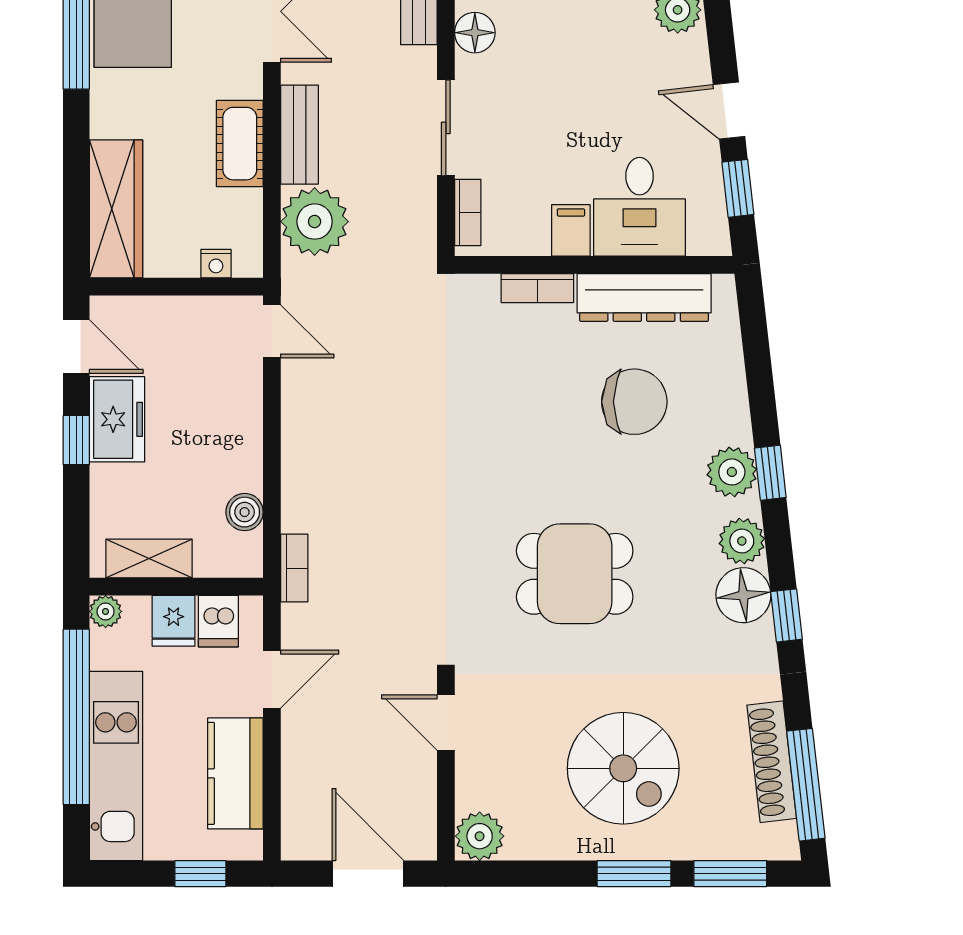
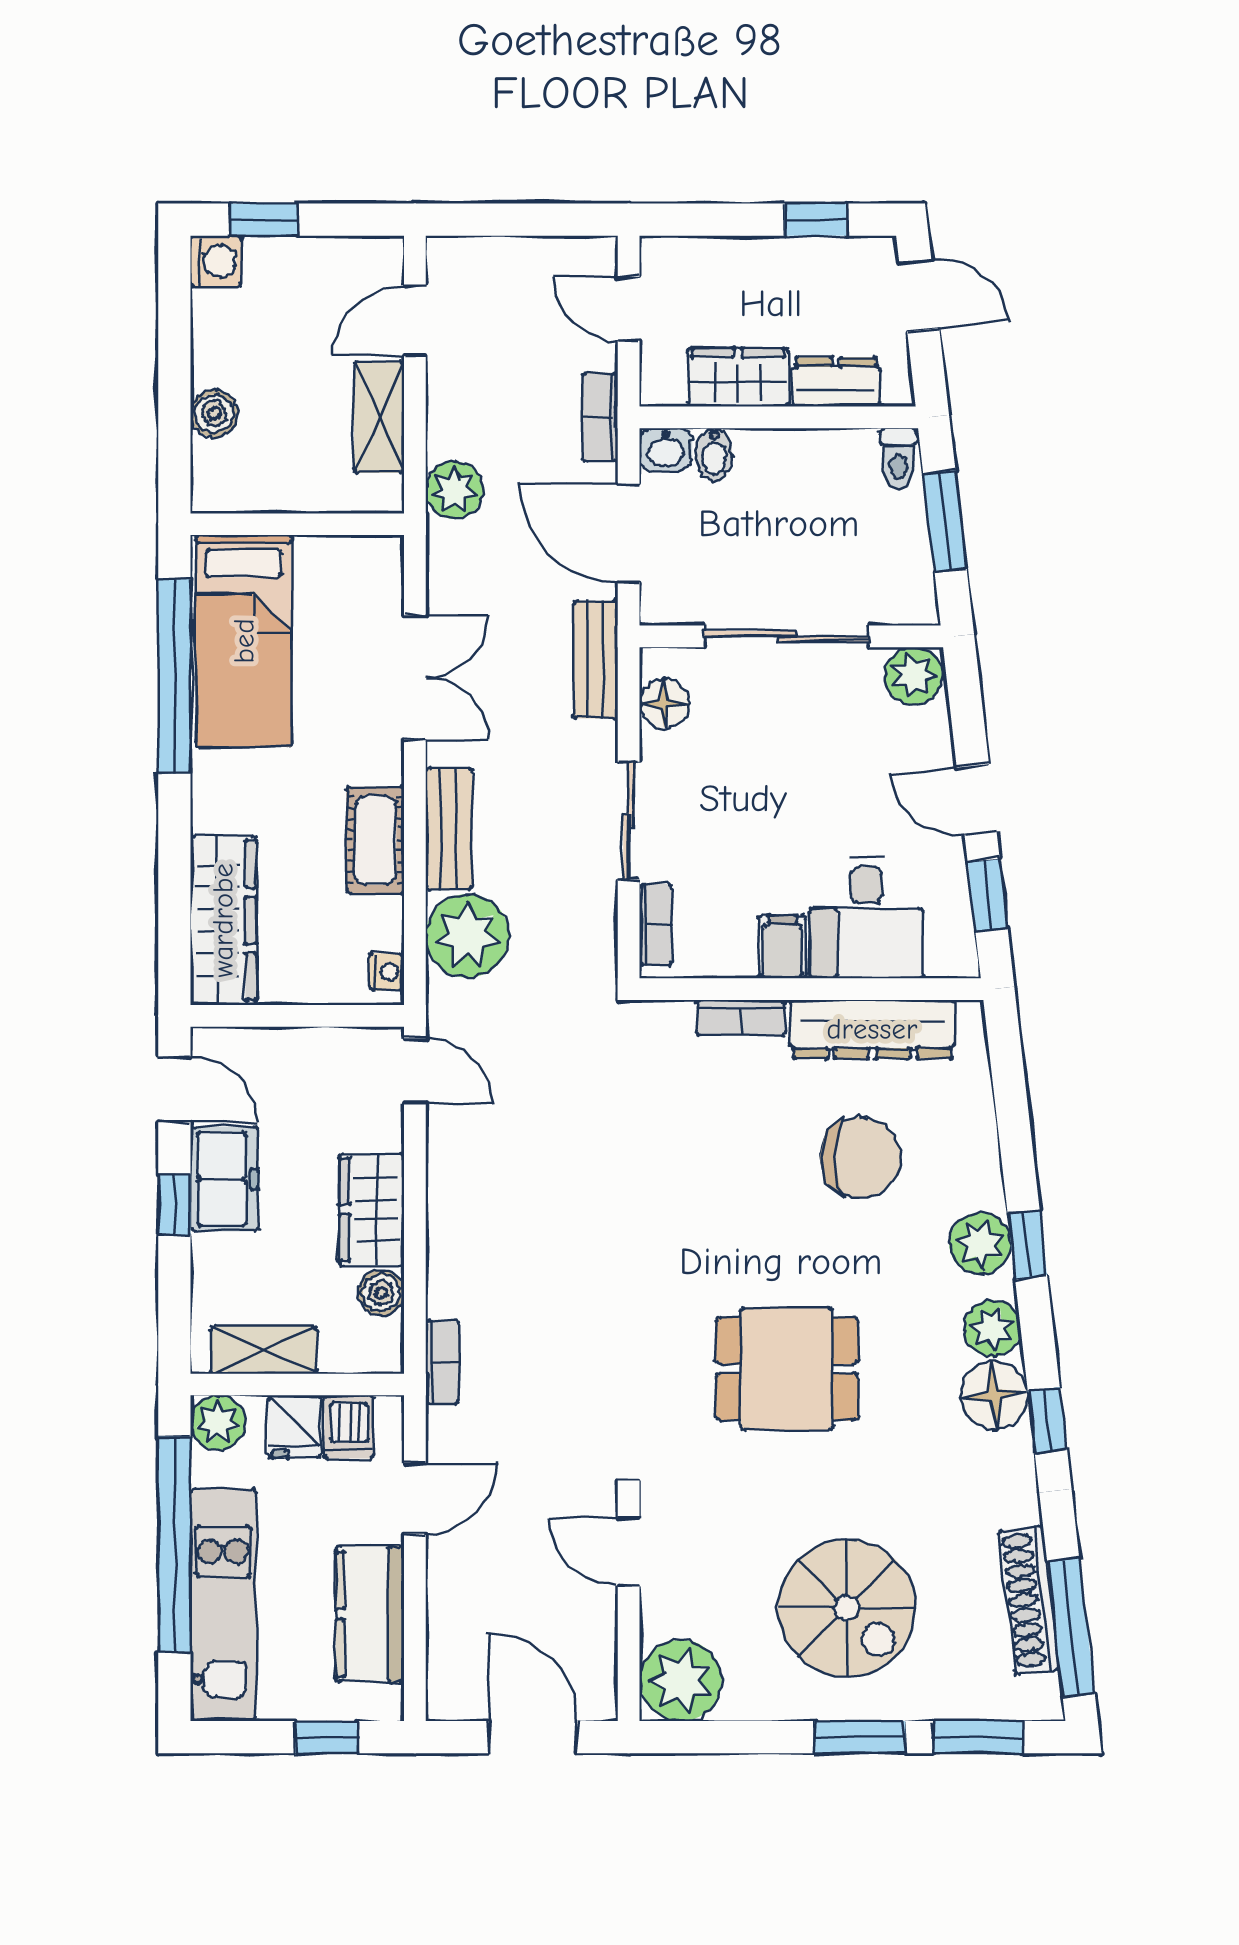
nightstand: (216, 264) -> (387, 972), moved, turned -90
wardrobe: (237, 444) -> (372, 1210), added
plant: (106, 611) -> (218, 1423), width x1.38, depth x1.38
plant: (480, 836) -> (681, 1680), width x1.36, depth x1.36

